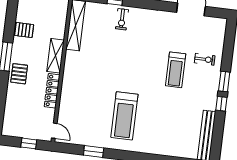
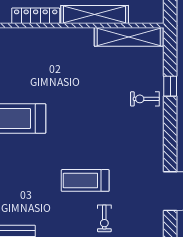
shelving: (55, 56) -> (95, 14), width x1.47

